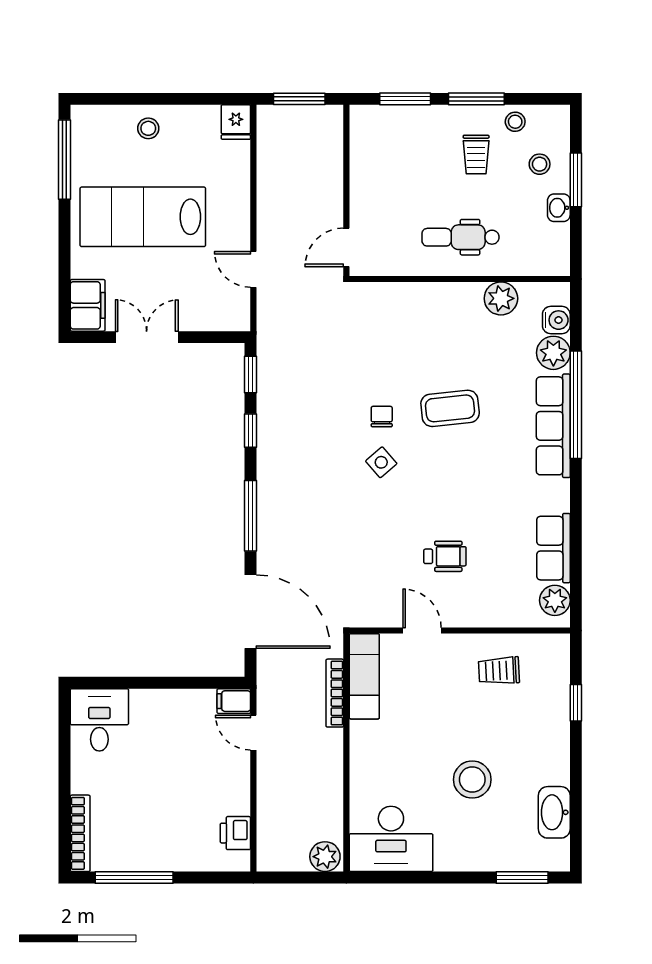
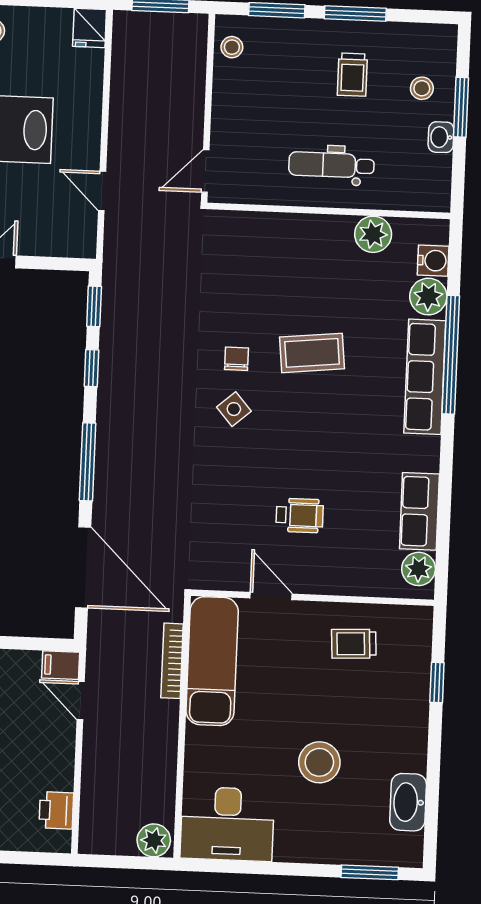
stool: (515, 122) -> (232, 47), moved
exam couch: (364, 676) -> (212, 661), width x1.36, depth x1.45

